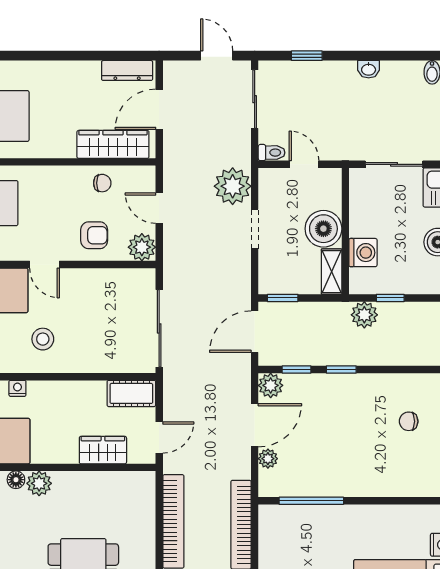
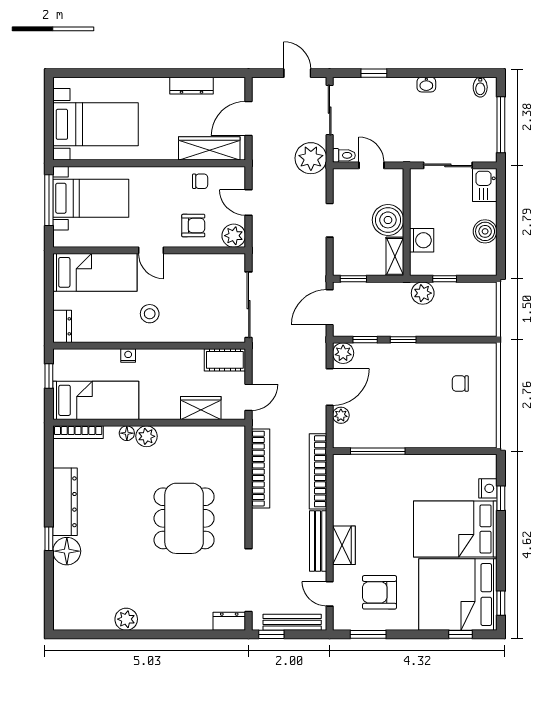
dresser: (127, 70) -> (191, 86), moved
plant: (233, 186) -> (311, 158), moved

